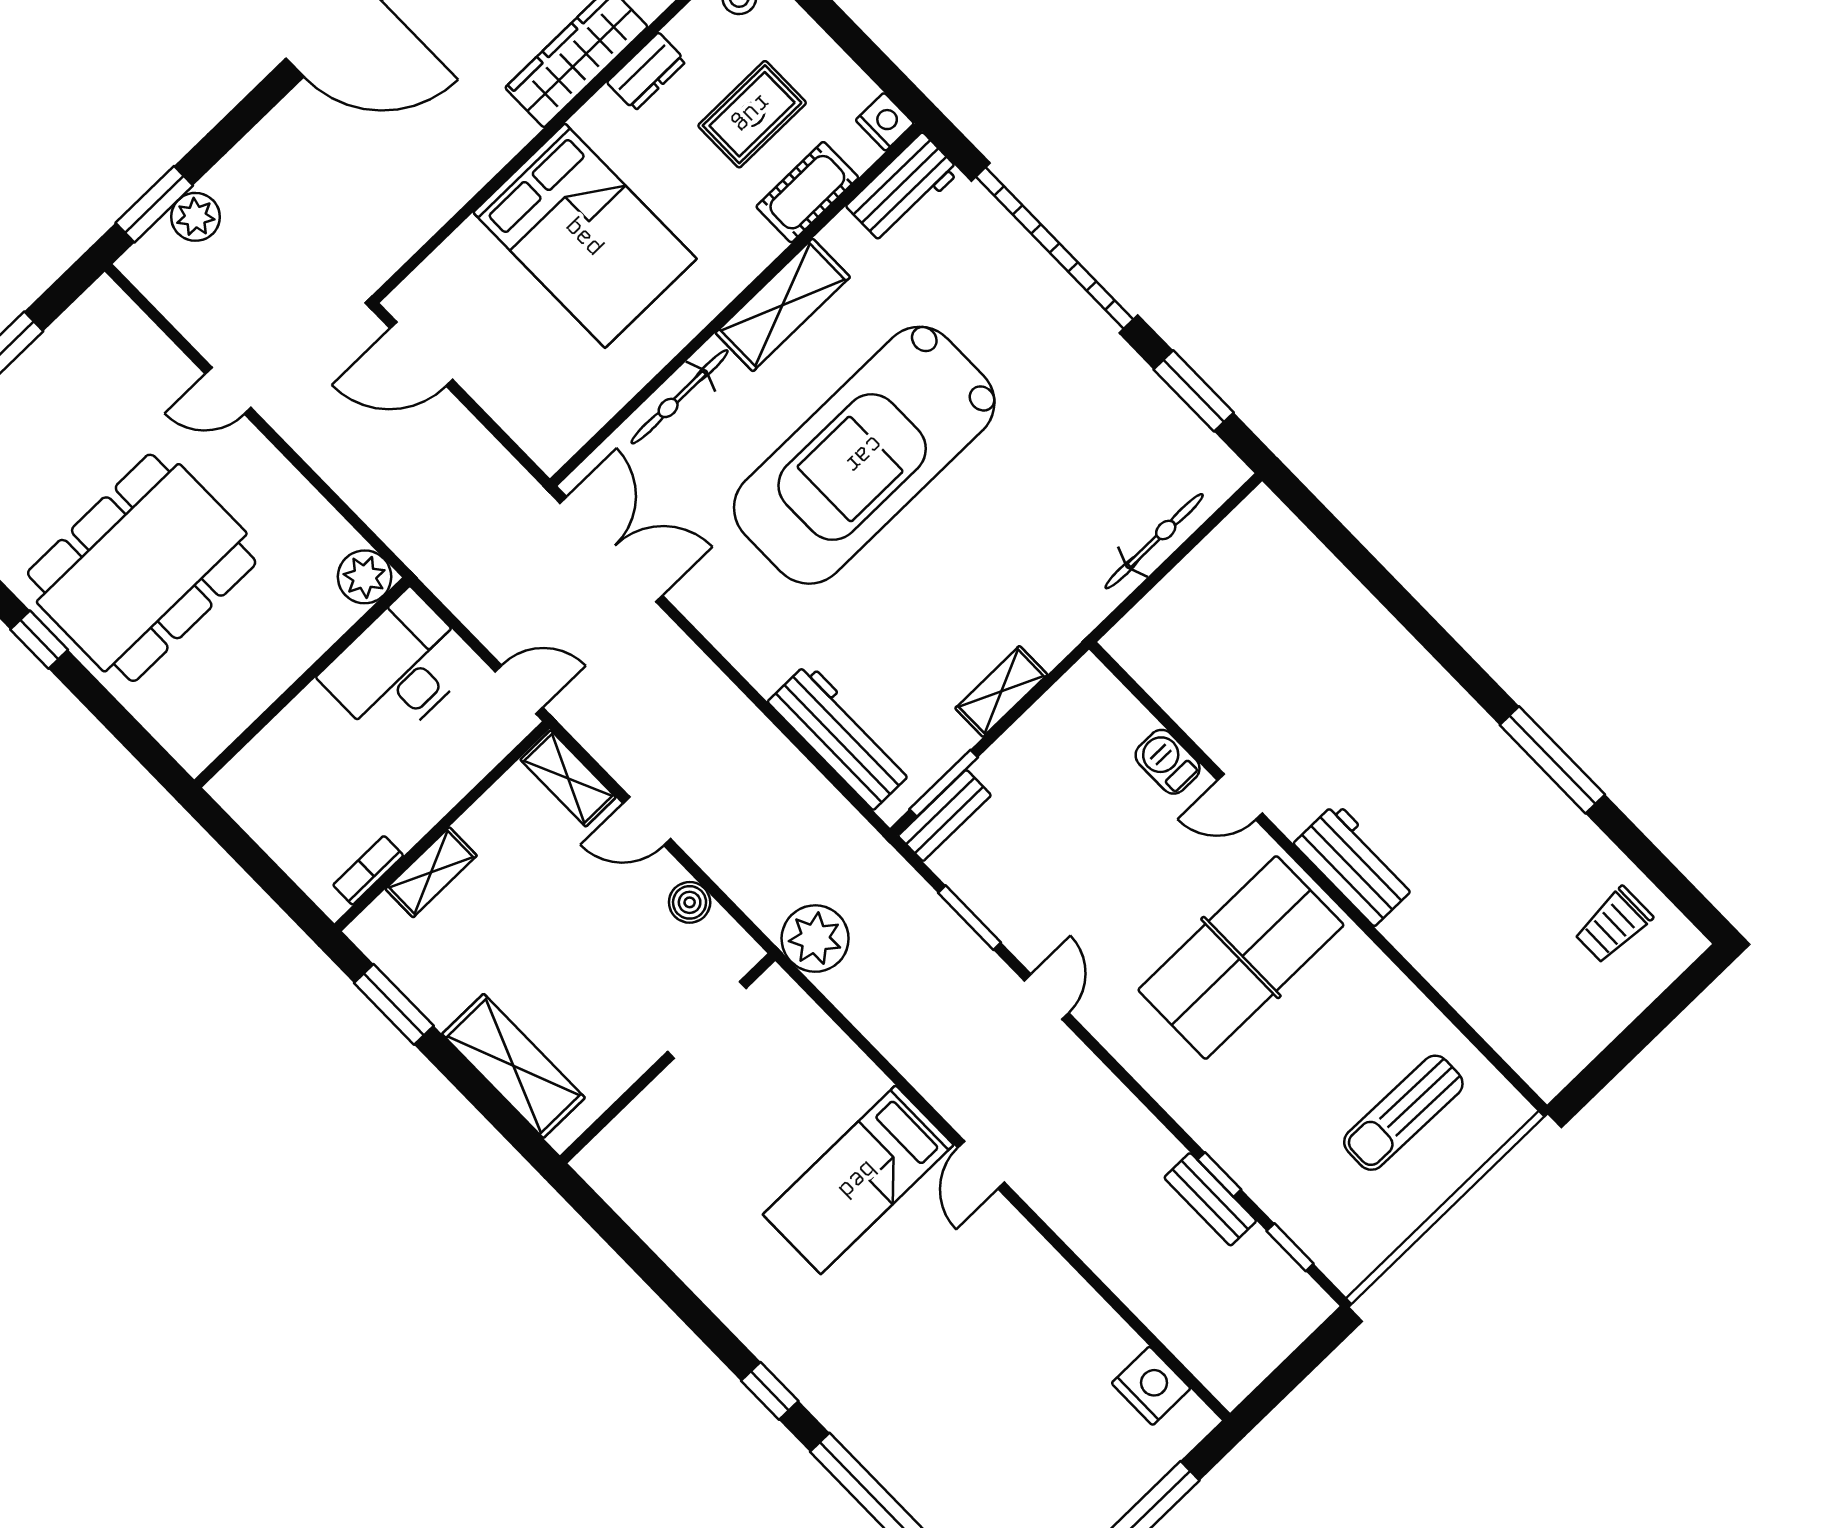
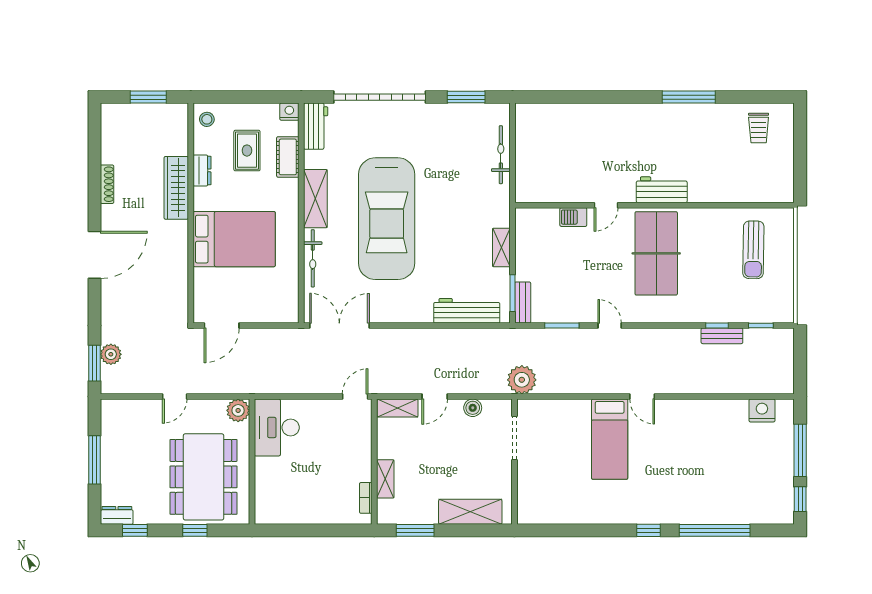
plant: (365, 577) -> (238, 410), moved
desk: (399, 668) -> (277, 427), moved
wall: (302, 682) -> (252, 462), moved

